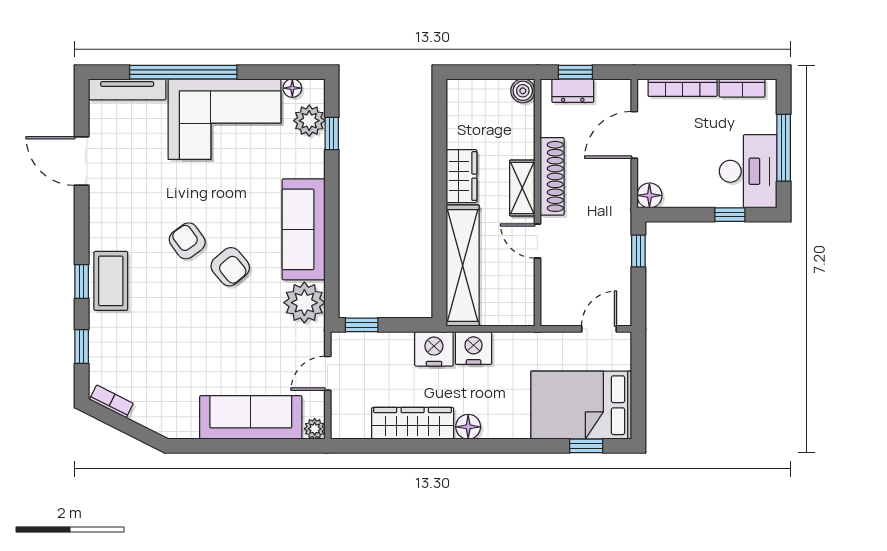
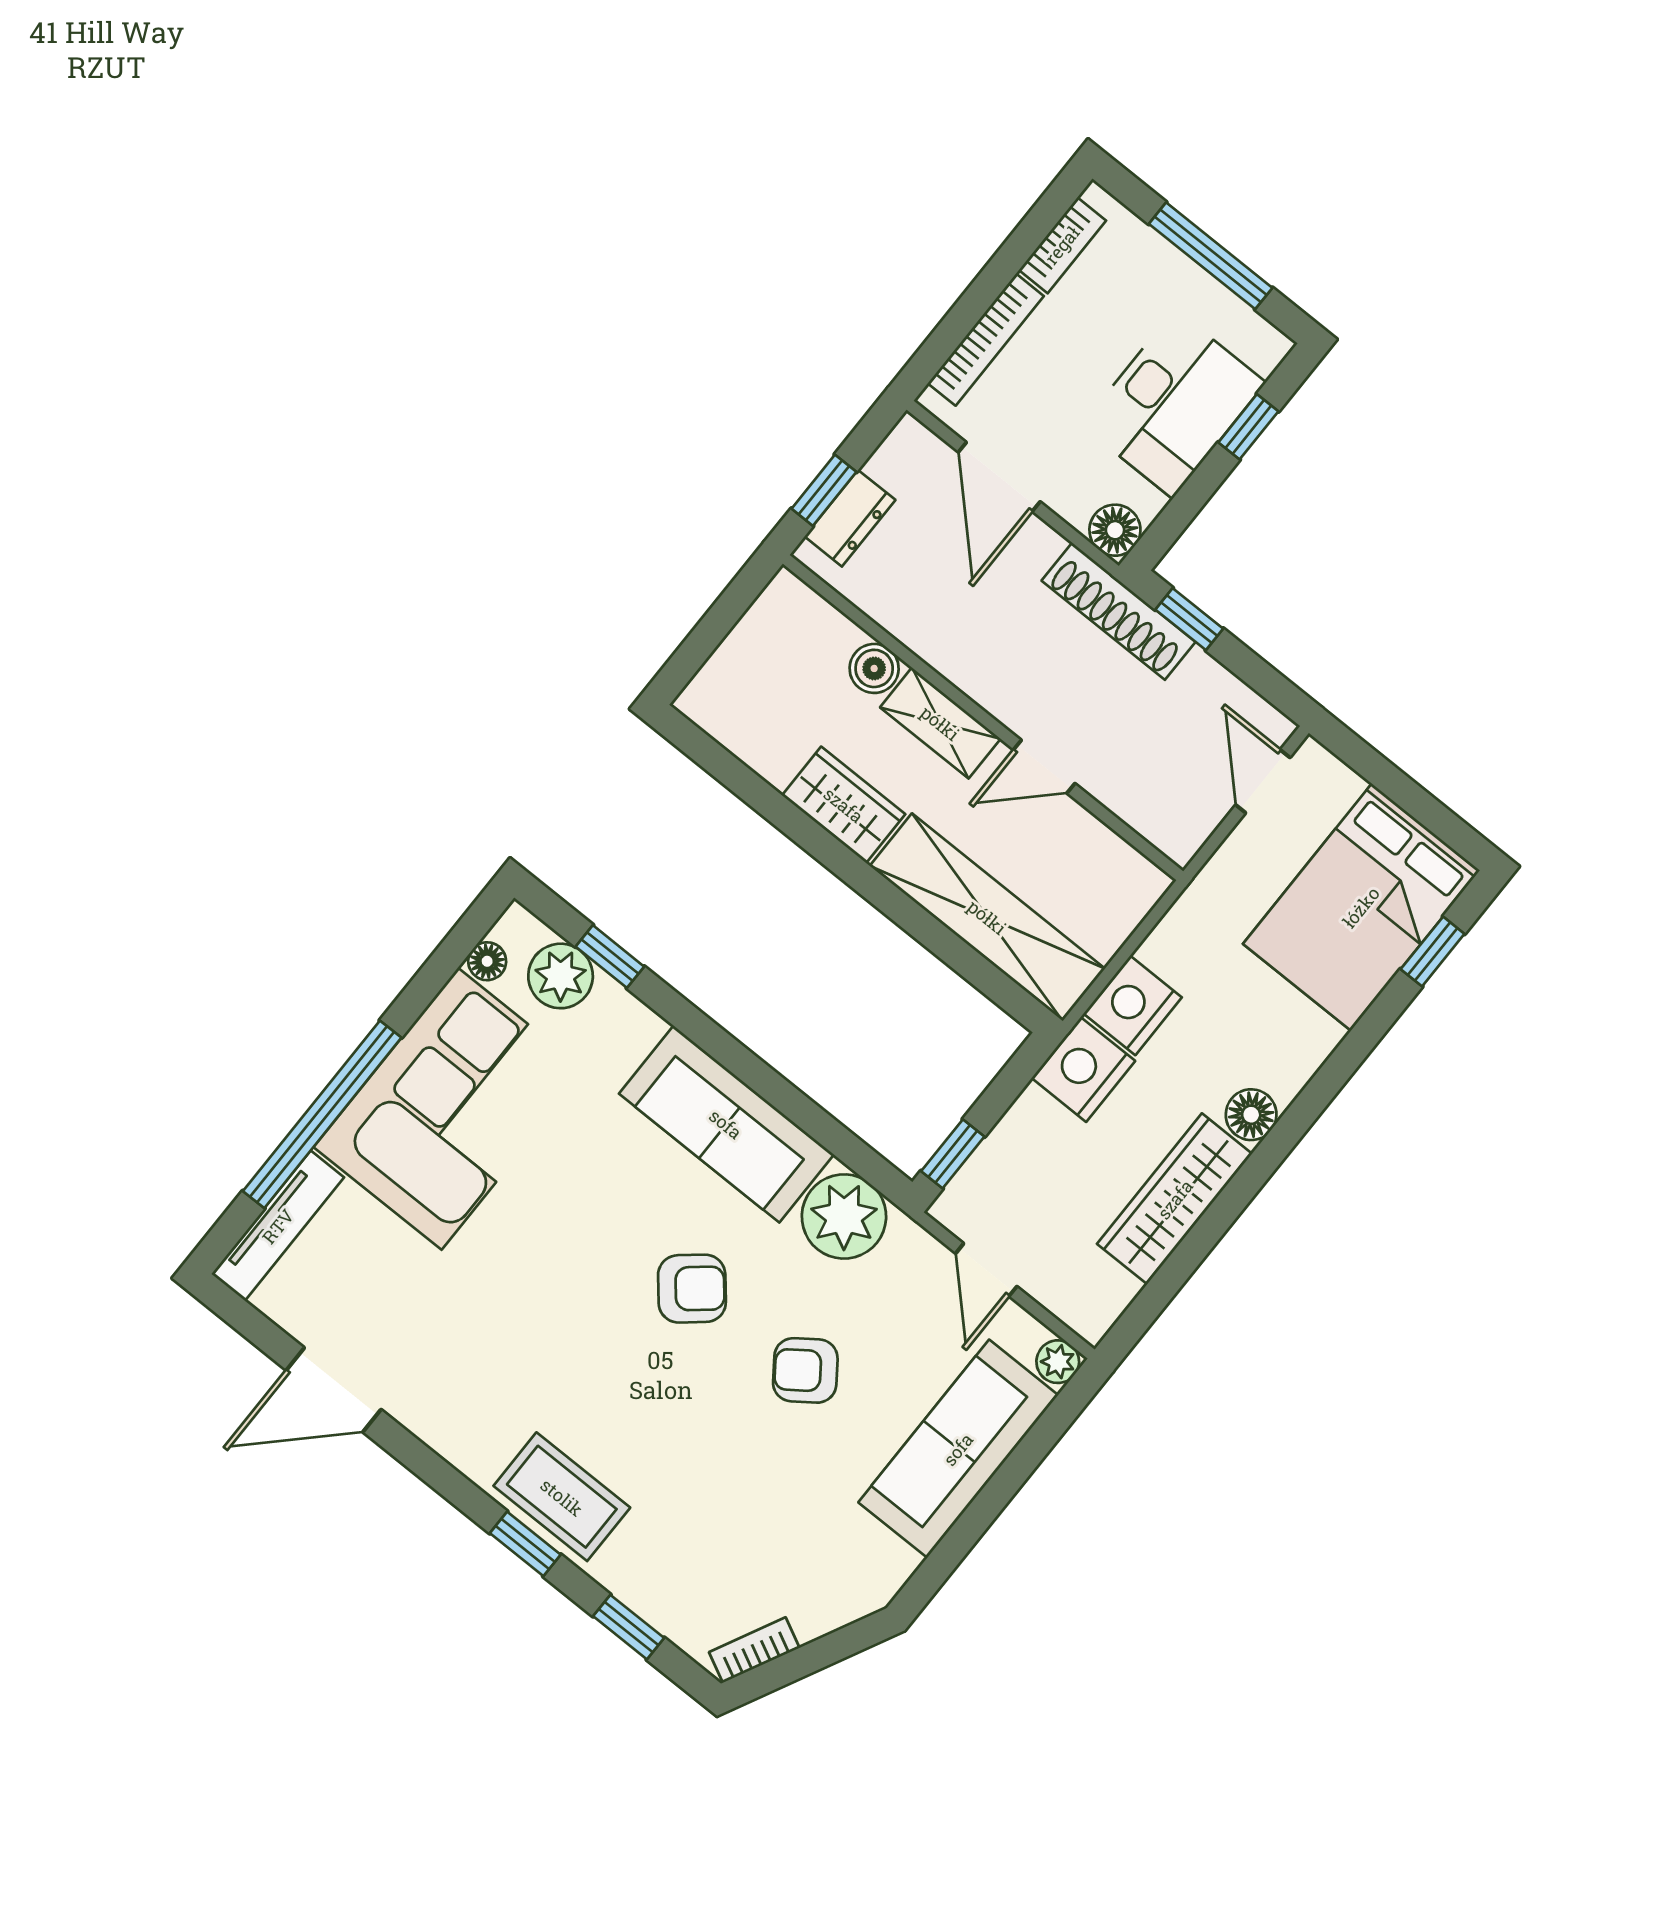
boiler: (523, 91) -> (874, 668), moved
desk: (748, 171) -> (1174, 404), moved, turned 90
shoe rack: (552, 176) -> (1119, 611), moved, turned 180
armchair: (187, 241) -> (805, 1370), moved

